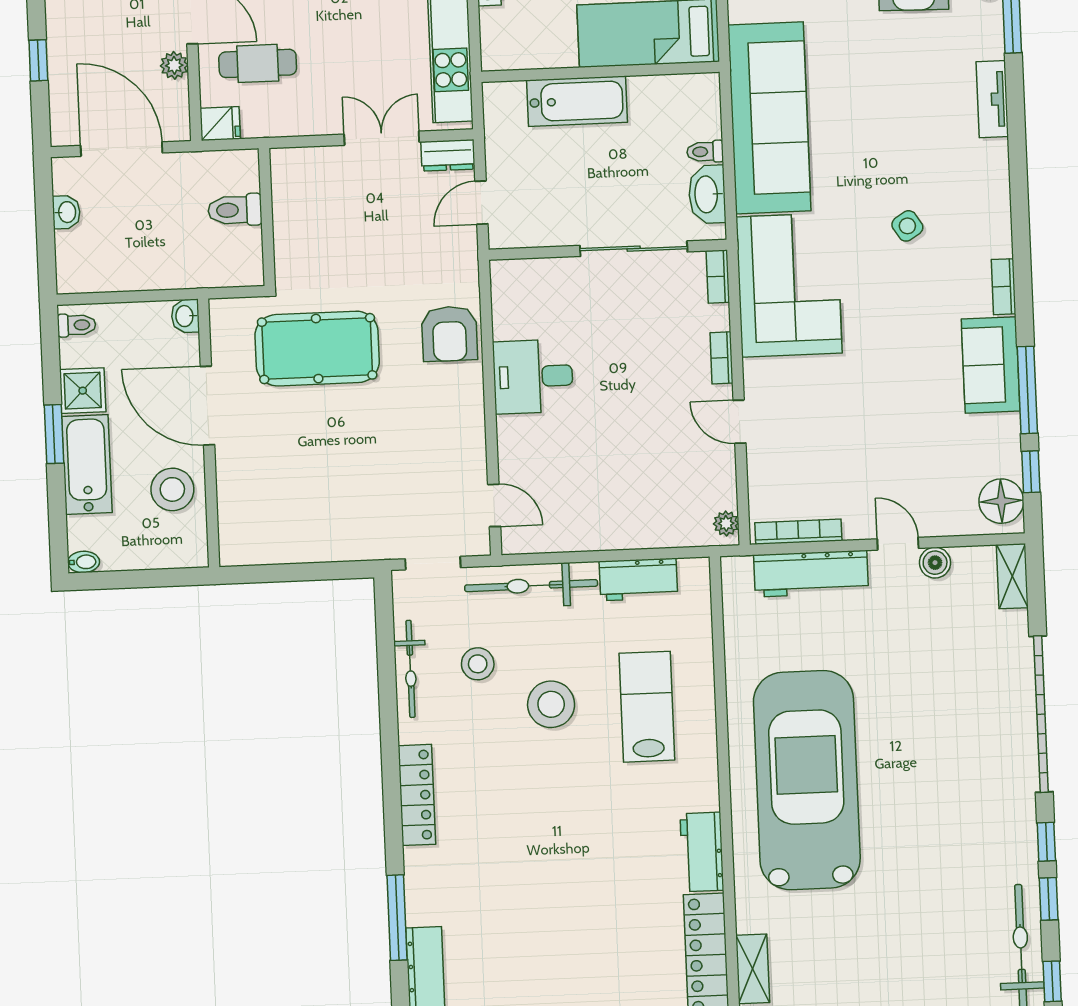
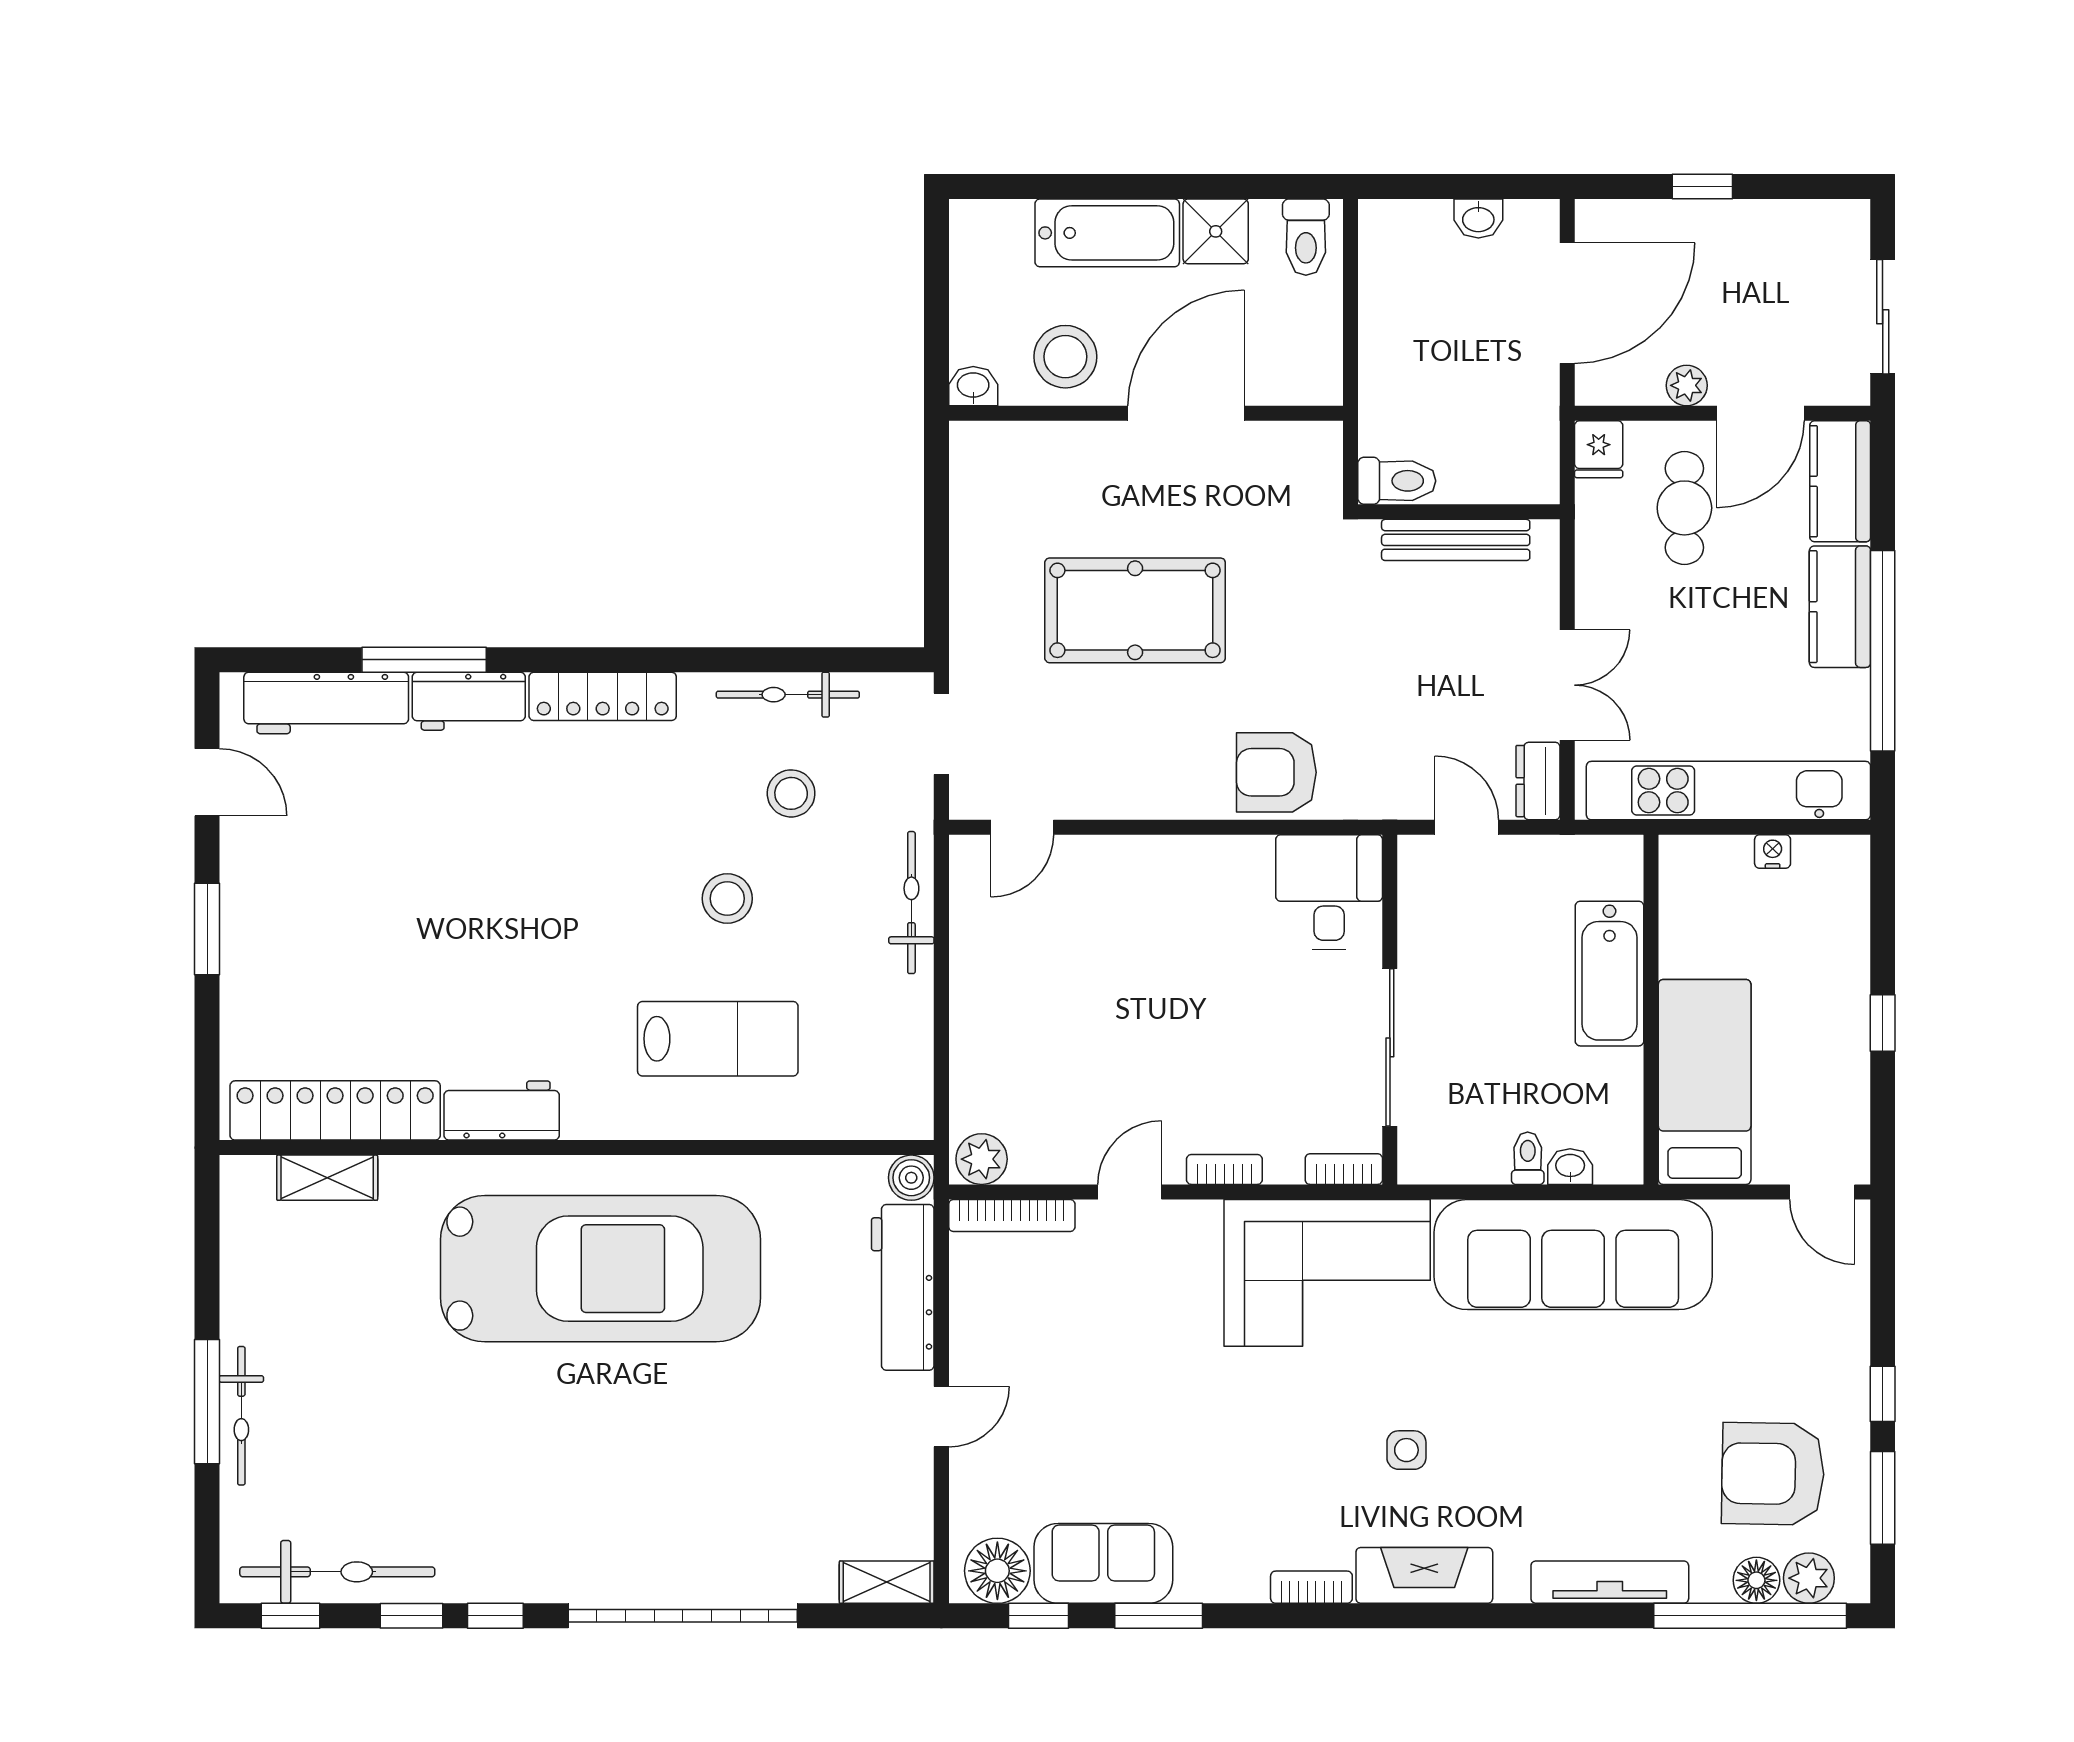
tv unit: (992, 99) -> (1610, 1582), width x1.41
washbasin: (707, 194) -> (1570, 1167), moved, width x0.52, depth x0.69
toilet: (235, 210) -> (1397, 481), moved, turned 90
fireplace: (992, 210) -> (1424, 1575), added
bench: (286, 218) -> (1456, 540), added
side table: (907, 226) -> (1406, 1450), turned 33
washbasin: (185, 316) -> (973, 386), moved
toilet: (77, 325) -> (1306, 237), width x1.37, depth x1.39
pool table: (317, 349) -> (1135, 610), moved, turned 90
sofa: (991, 365) -> (1103, 1563), moved
desk: (533, 377) -> (1329, 892), moved
window: (1027, 390) -> (1159, 1616), width x0.69
window: (54, 434) -> (1154, 187), removed
plant: (726, 523) -> (982, 1159), width x1.38, depth x1.38
bookcase: (798, 532) -> (1012, 1215), moved, turned 90
bidet: (84, 562) -> (965, 222), removed
boiler: (935, 563) -> (911, 1178), moved
workbench: (638, 579) -> (469, 701), moved, turned -90
bicycle: (531, 586) -> (911, 903), width x0.73, depth x0.71
stool: (551, 704) -> (727, 899), width x0.73, depth x0.73

